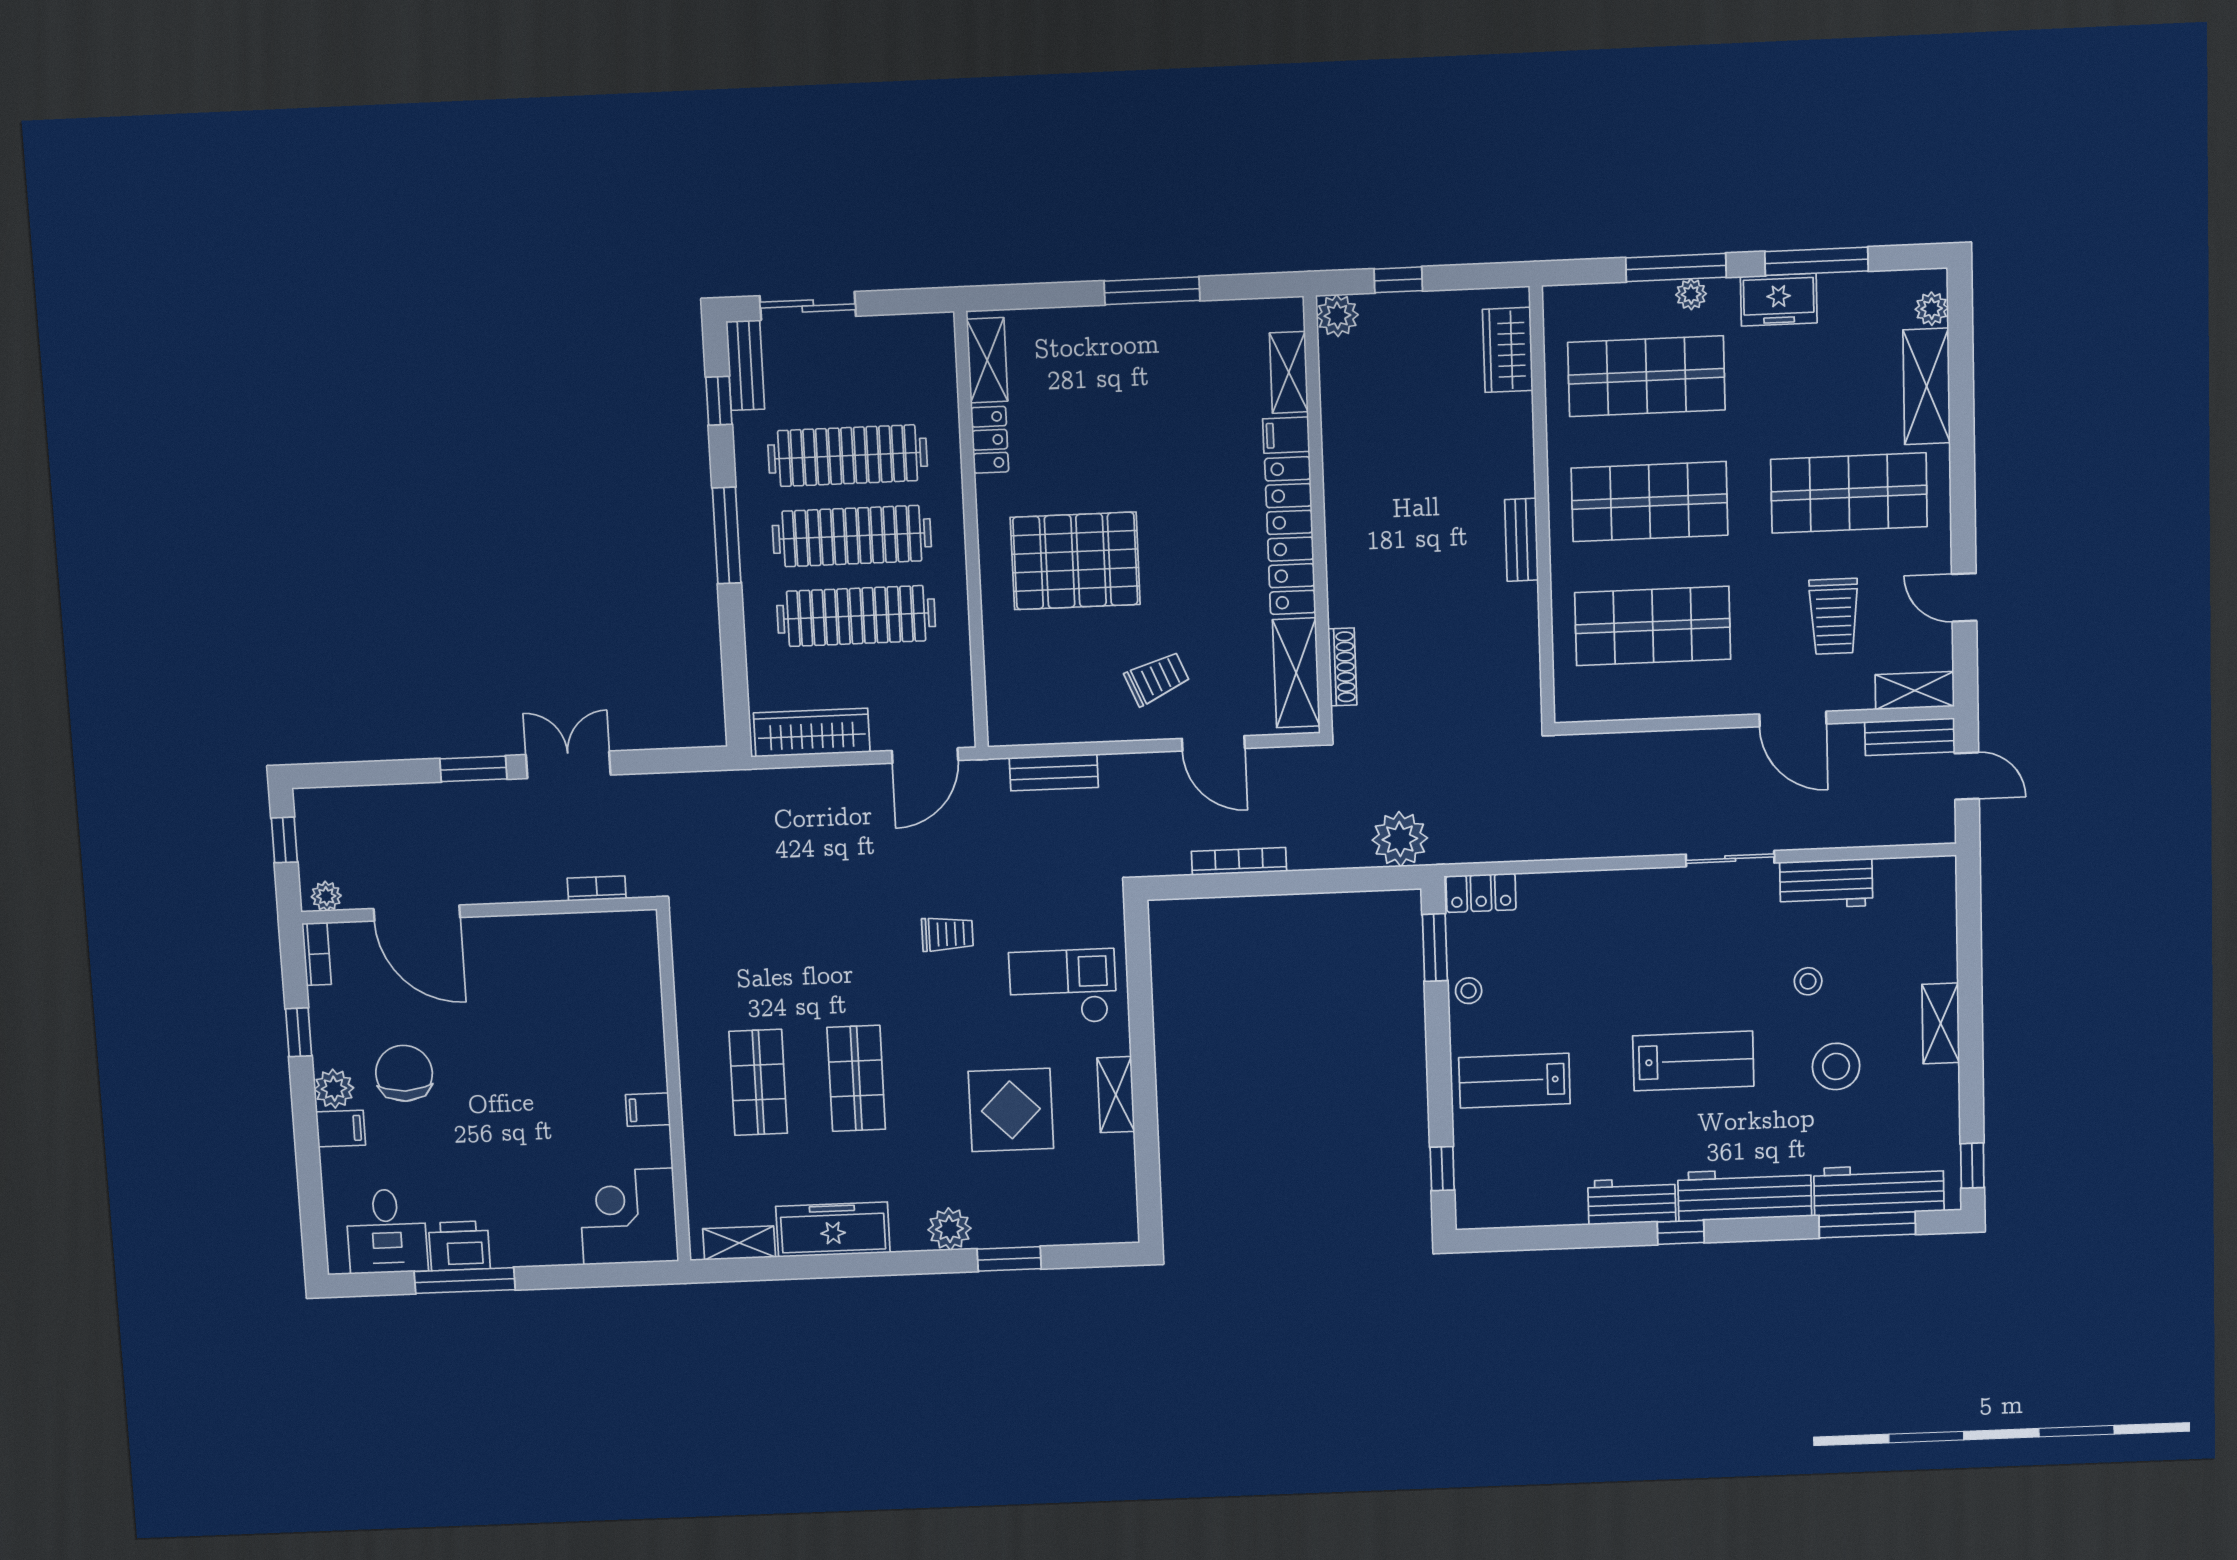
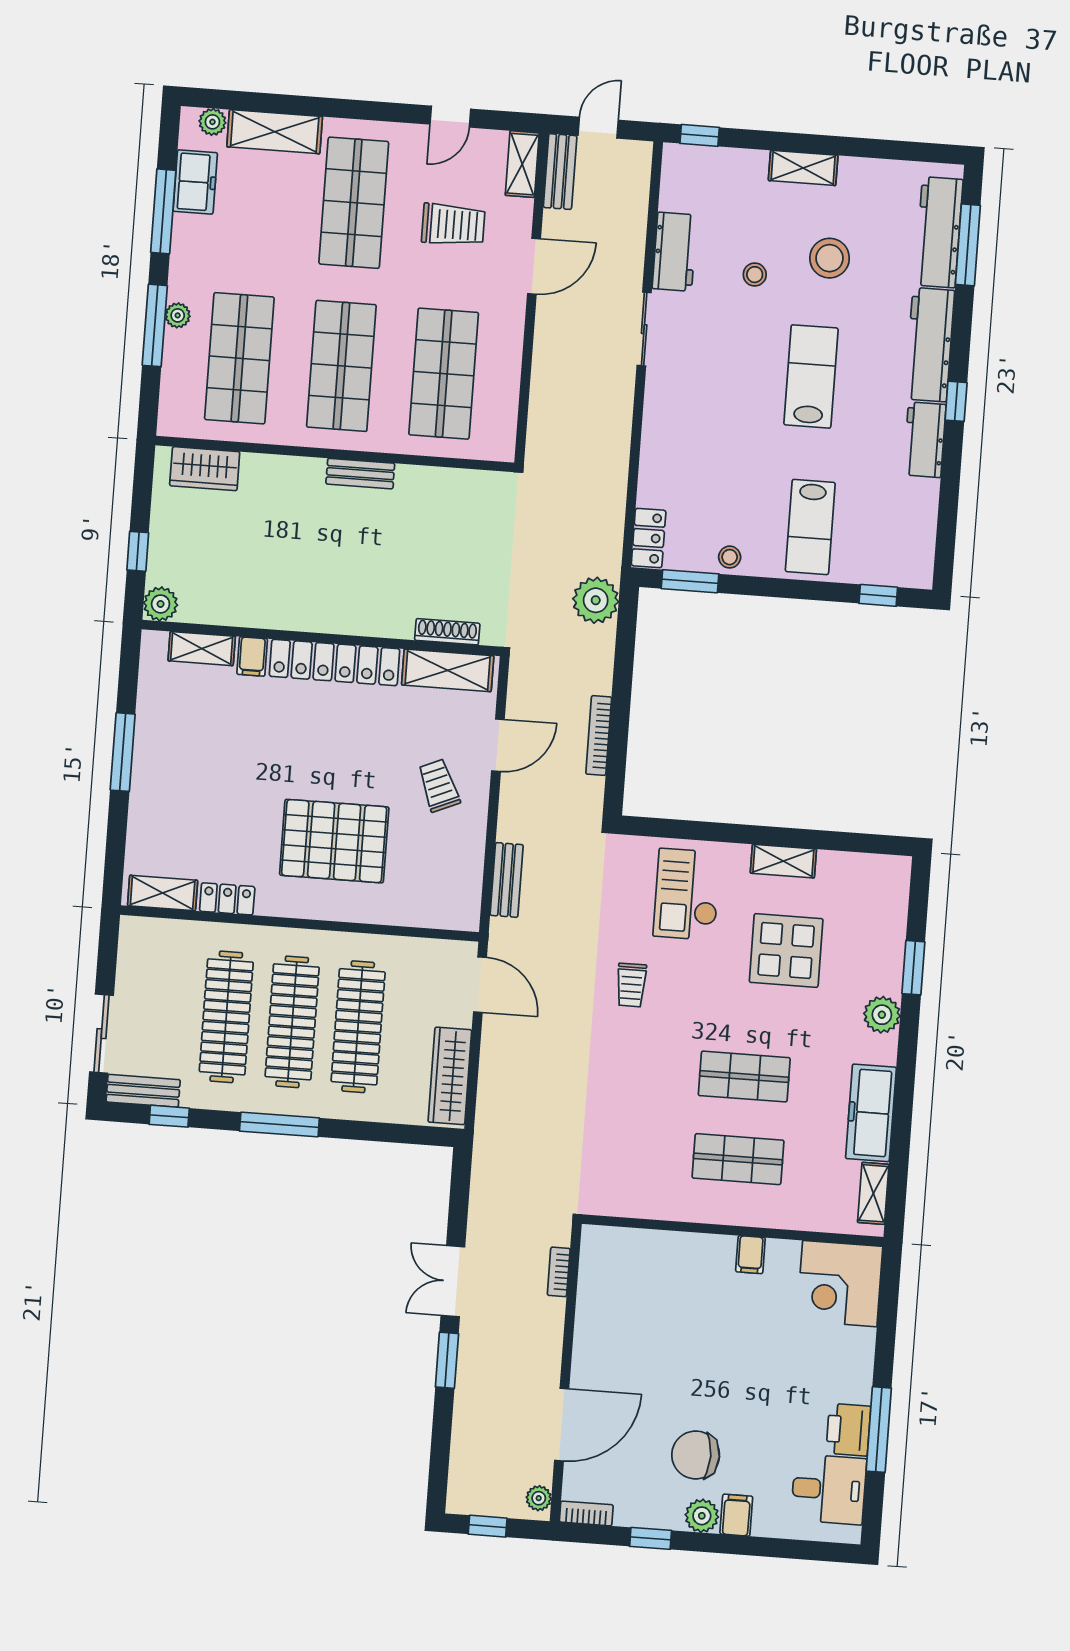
freezer: (1779, 300) -> (195, 182), moved
pallet: (1075, 561) -> (334, 841), turned 90
trolley: (947, 934) -> (631, 985), turned 180
window: (1972, 1166) -> (700, 135), moved

